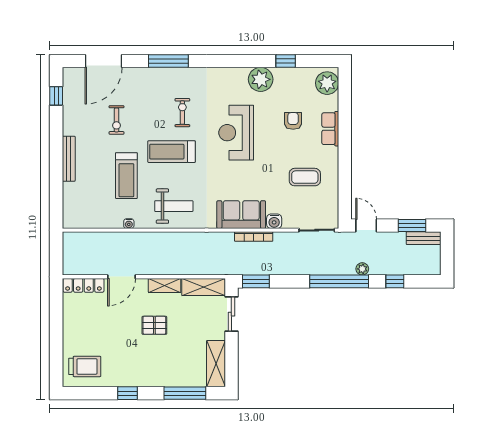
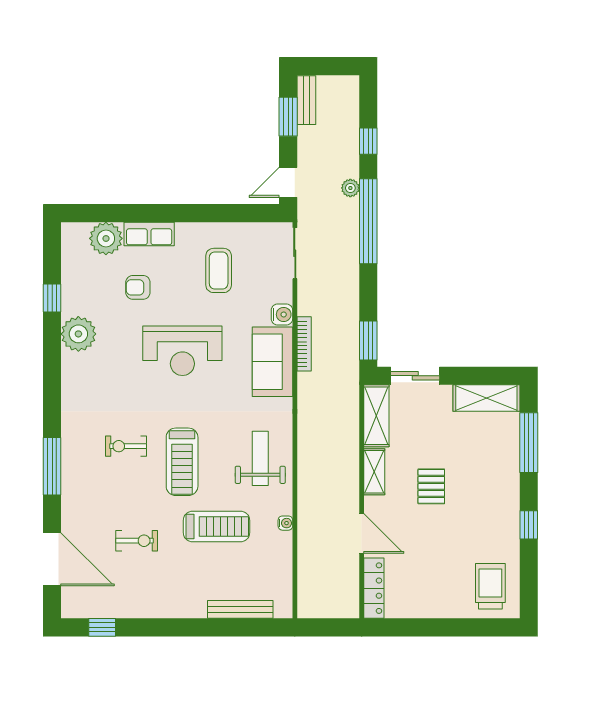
plant: (327, 83) -> (106, 238), moved
reception desk: (236, 133) -> (182, 351), moved
bench: (69, 159) -> (240, 609), moved

